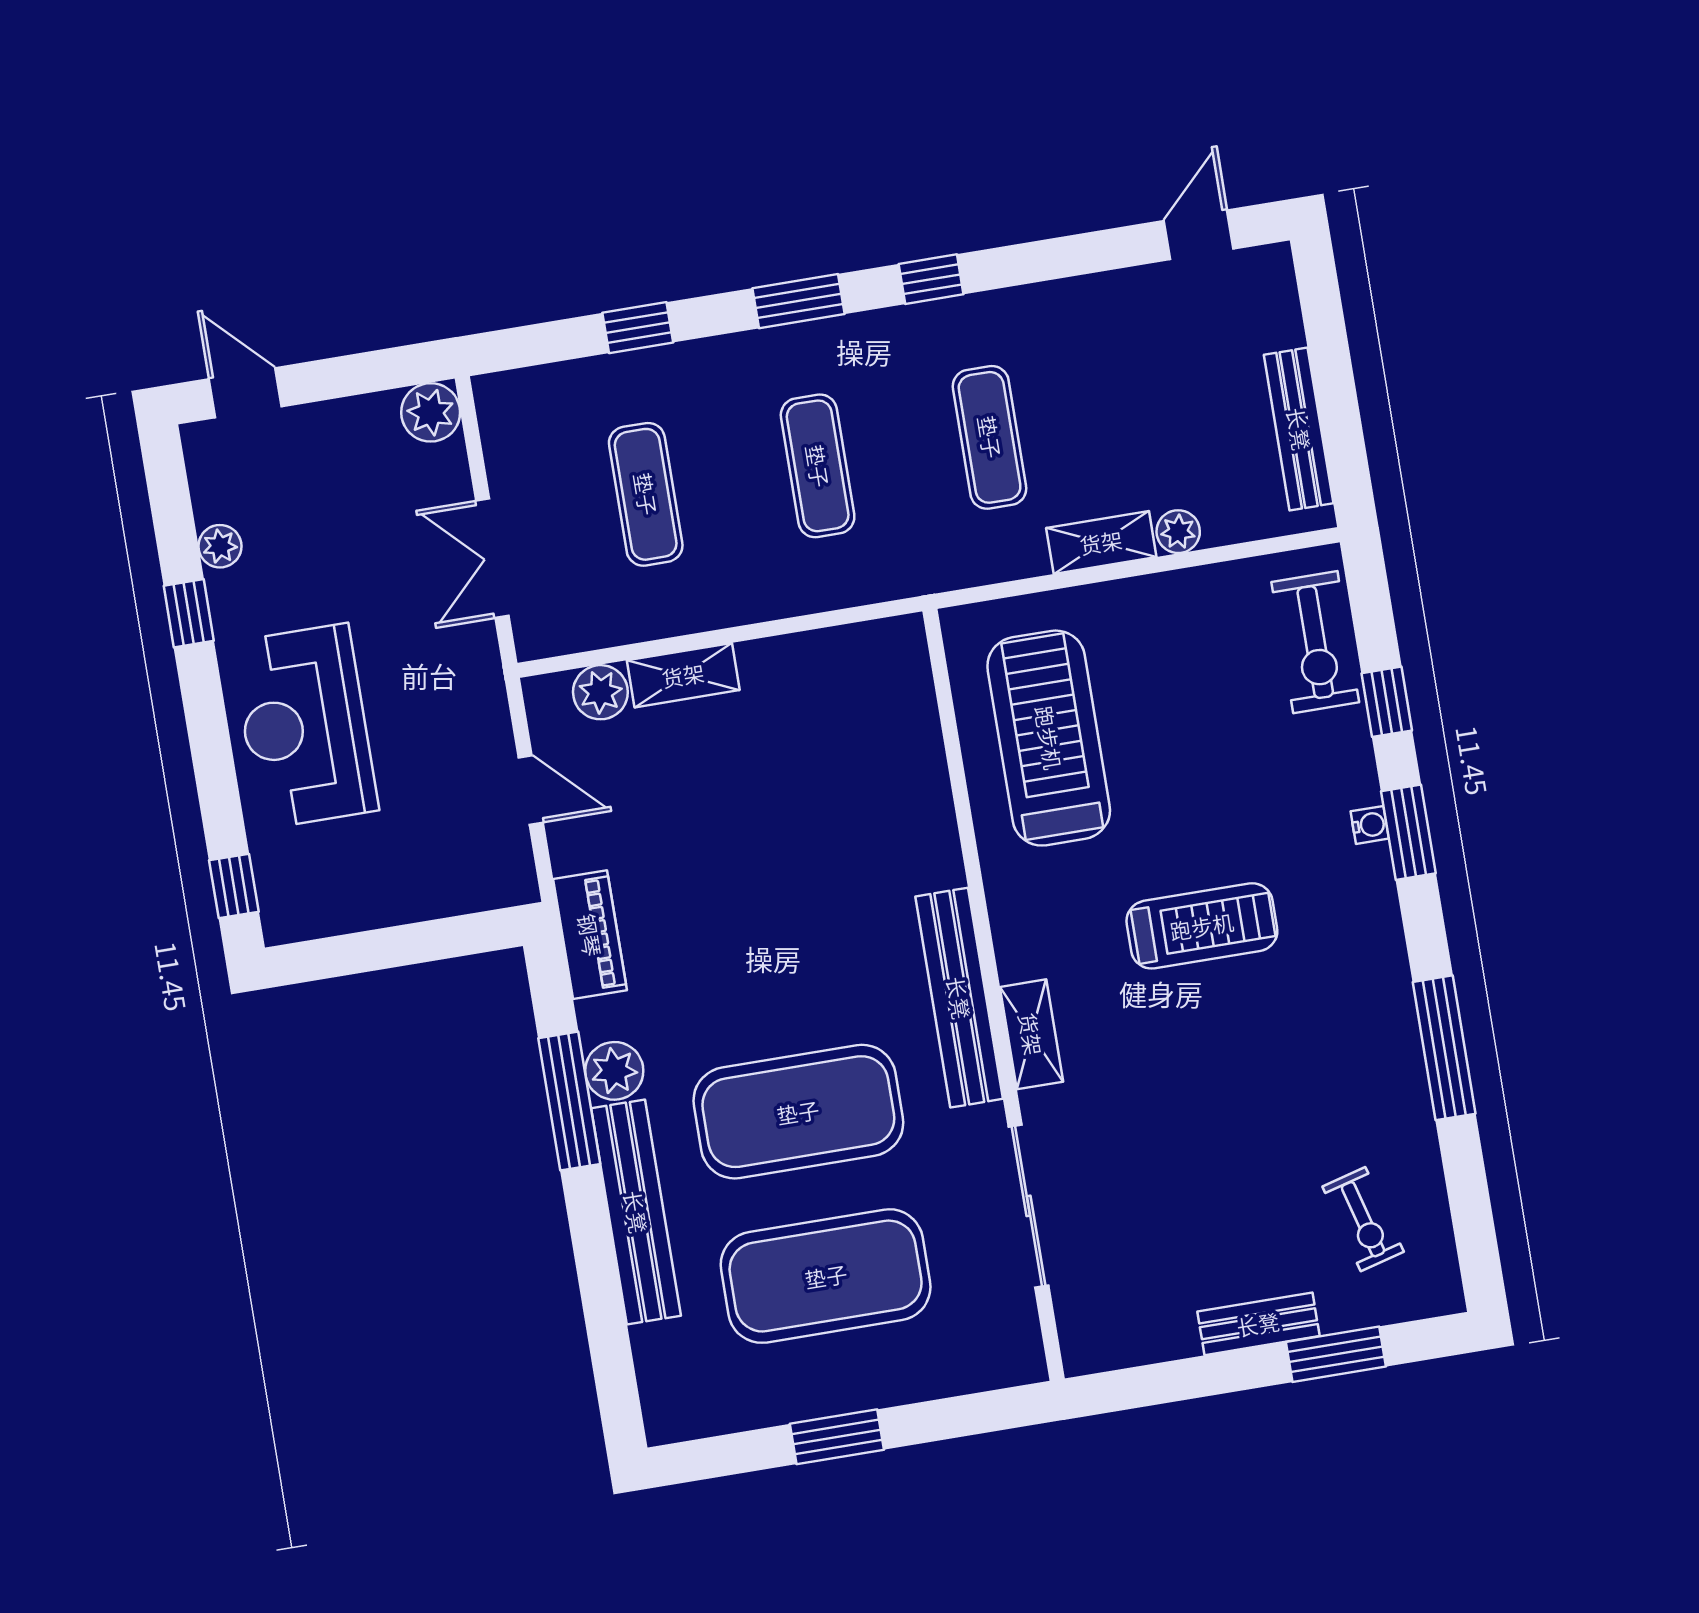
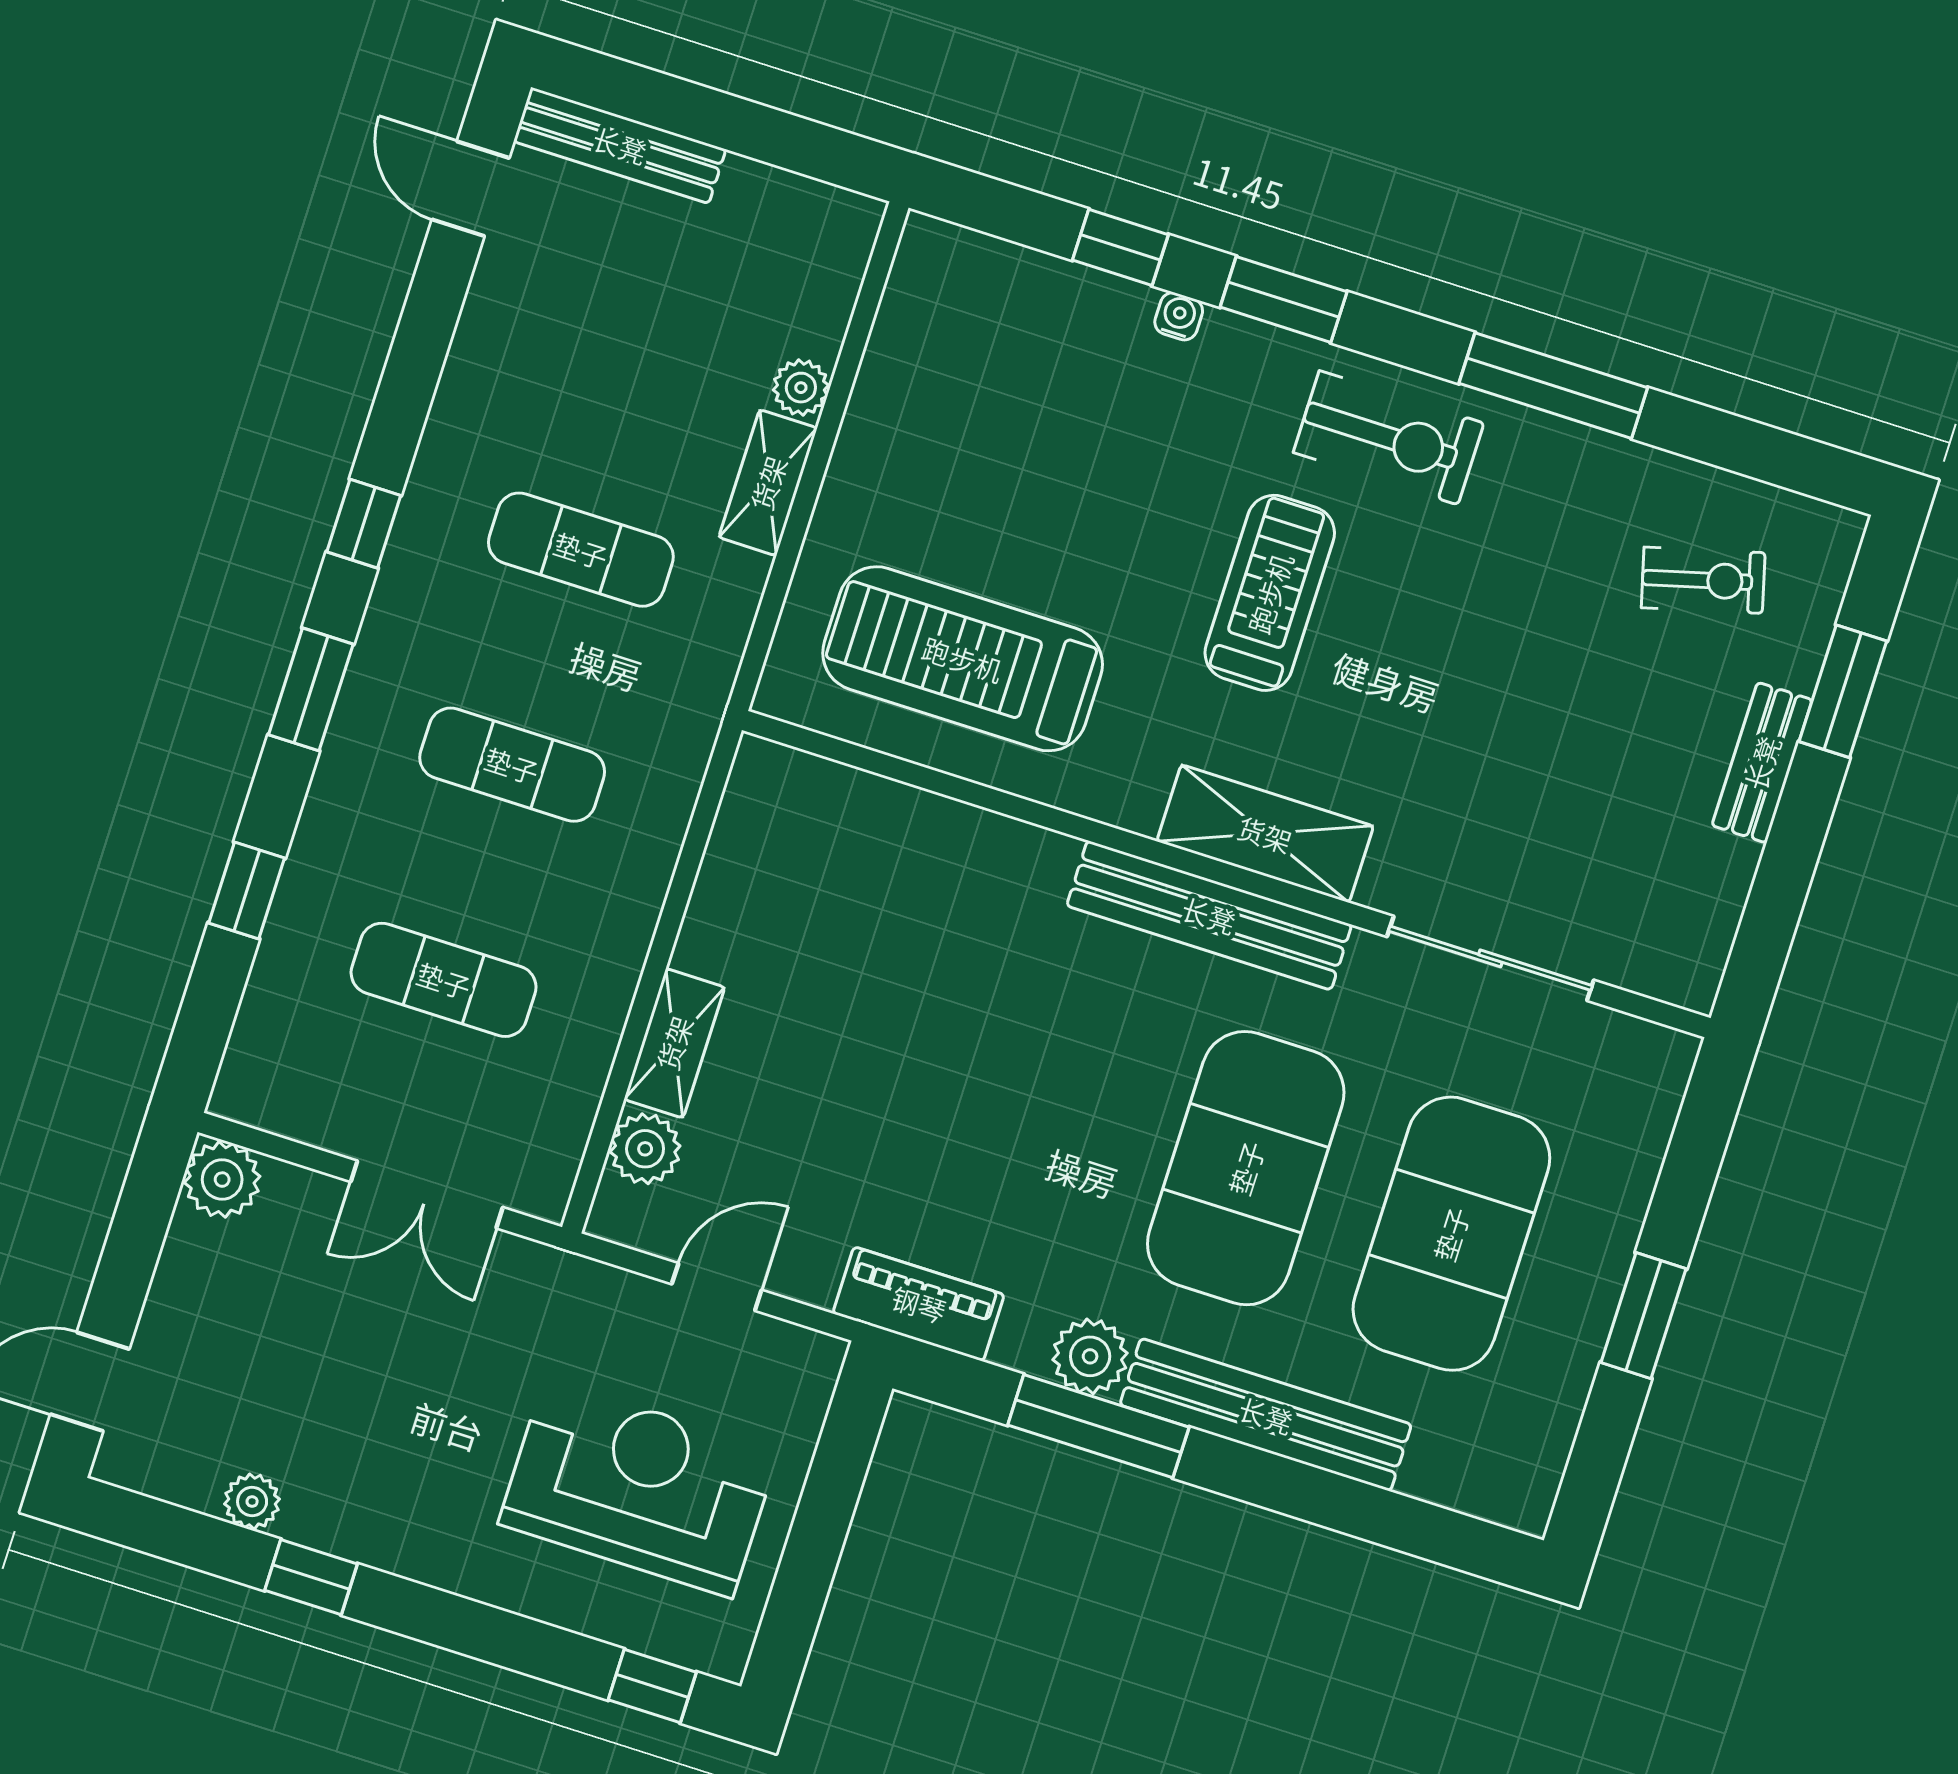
bench: (1299, 429) -> (620, 145), moved
exercise bike: (1315, 642) -> (1389, 438), moved
reception desk: (305, 726) -> (639, 1488), moved, turned 180
water cooler: (1370, 825) -> (1179, 316), moved
shelving: (1031, 1034) -> (1265, 834), width x1.50, depth x1.33

